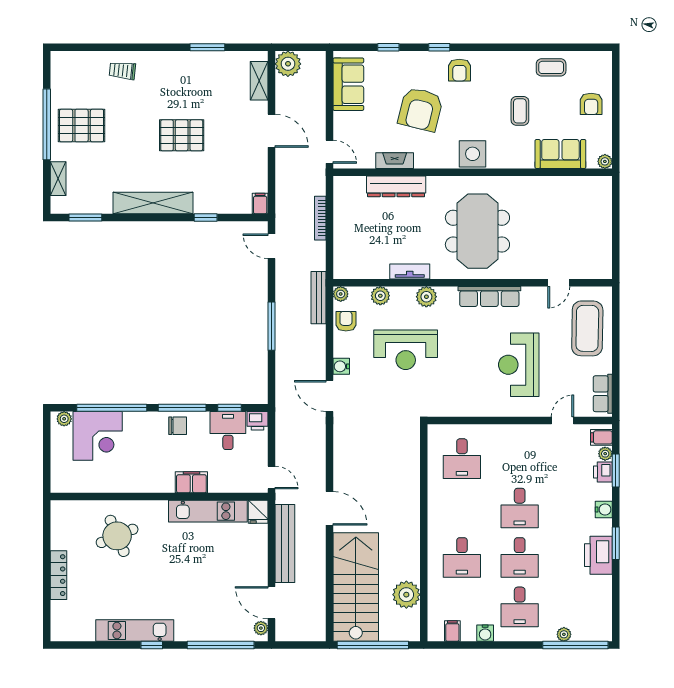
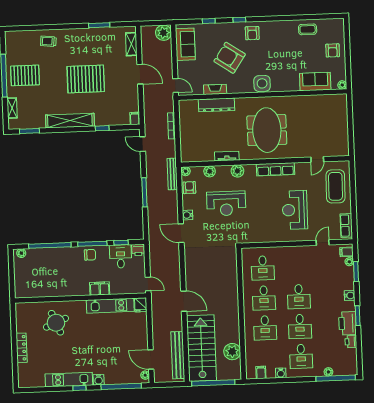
plant: (288, 64) -> (163, 33), moved
armchair: (421, 109) -> (230, 58), turned 110
coffee table: (520, 111) -> (290, 56), removed
pallet: (182, 135) -> (86, 79), width x1.37, depth x1.41
corner desk: (98, 436) -> (42, 263), removed
printer: (603, 472) -> (351, 342), moved
desk: (462, 508) -> (264, 298), added
bench: (285, 543) -> (178, 355), moved
water cooler: (184, 633) -> (99, 380), added

